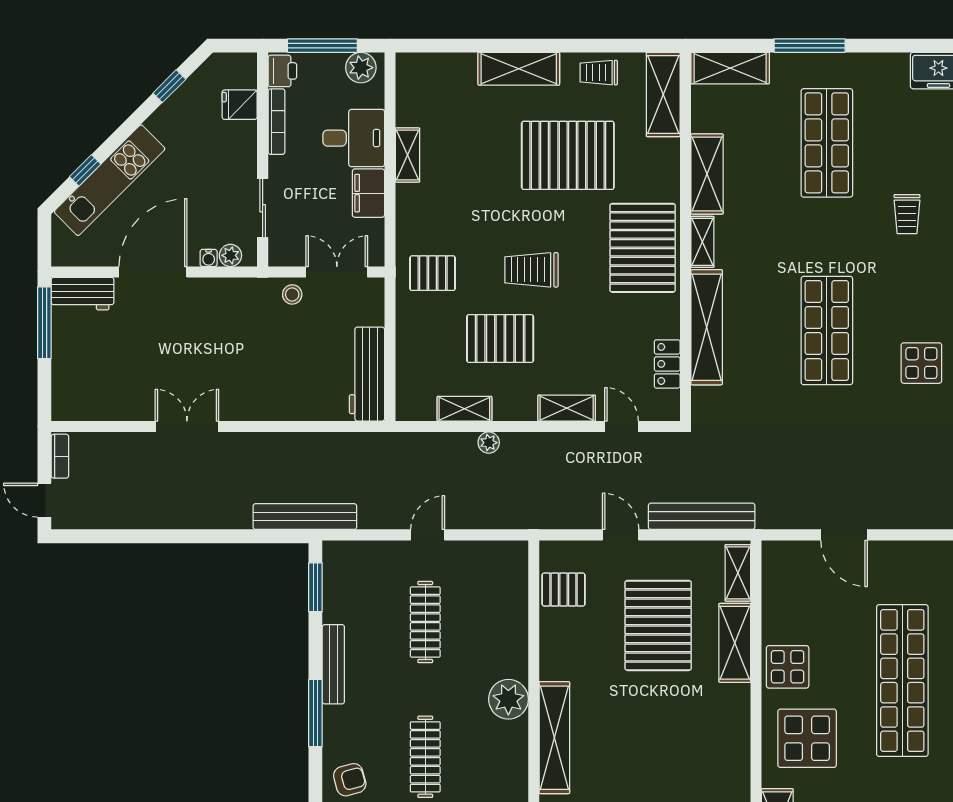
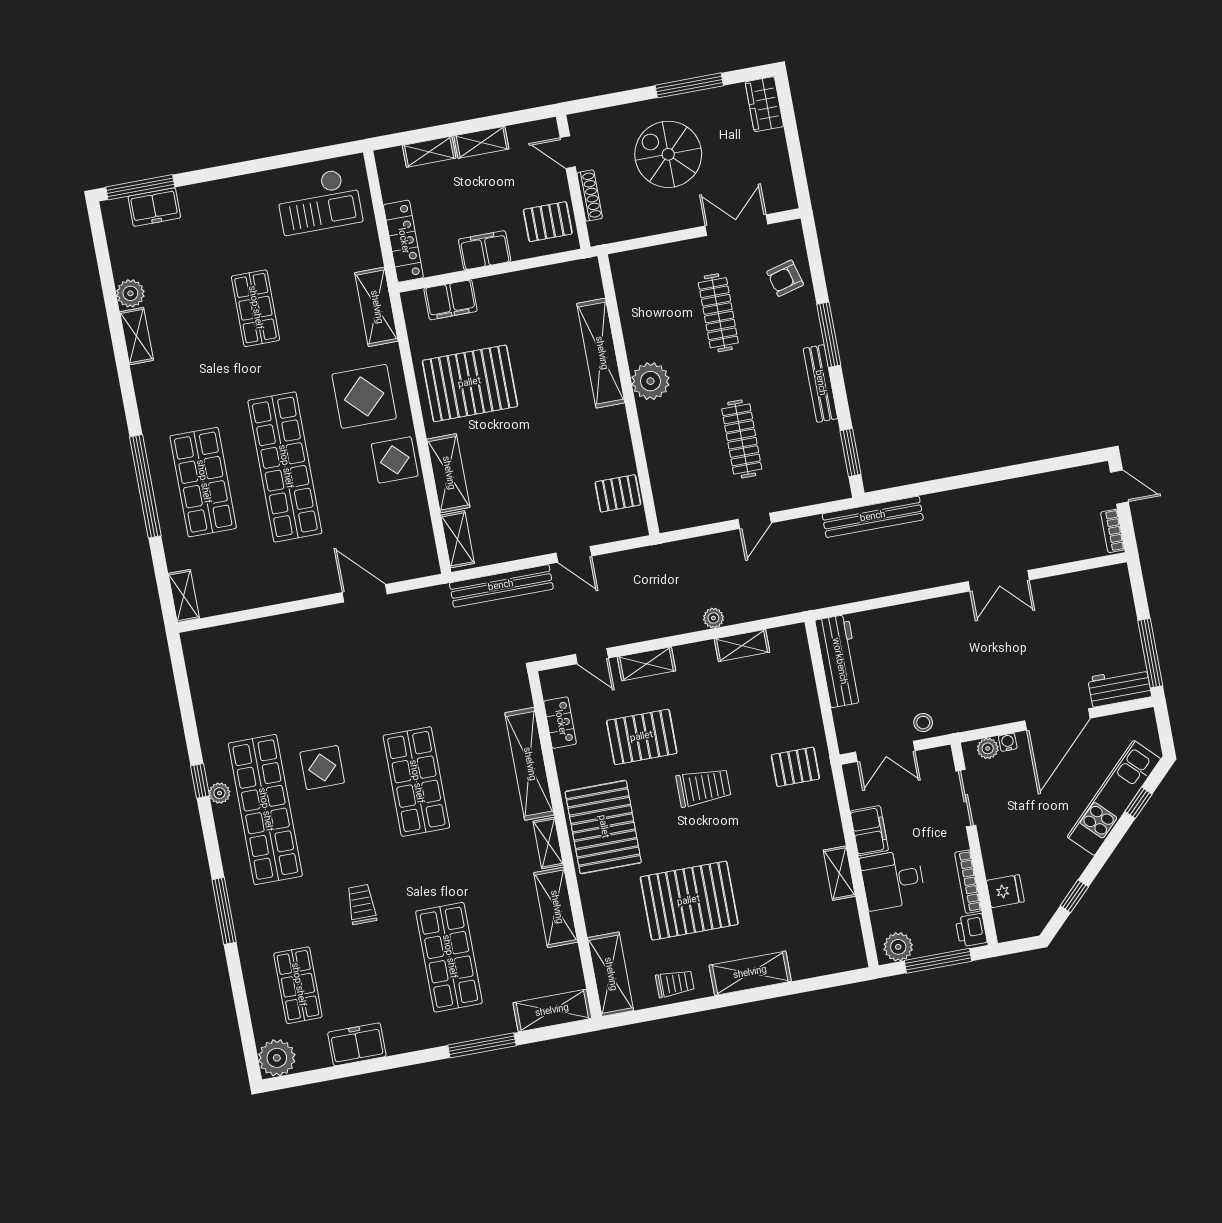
pallet: (500, 338) -> (642, 737), moved
pallet: (658, 625) -> (470, 383), moved, turned 90

